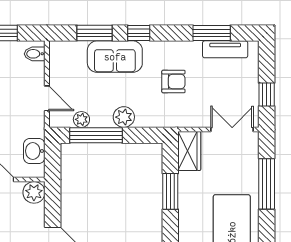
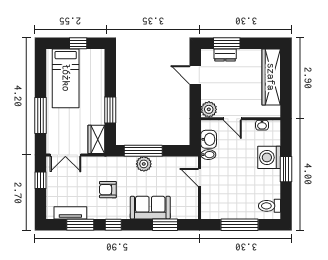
window: (139, 33) -> (113, 225), moved
bidet: (35, 54) -> (208, 155), moved
plant: (81, 119) -> (174, 162), removed
window: (96, 135) -> (143, 151), moved

